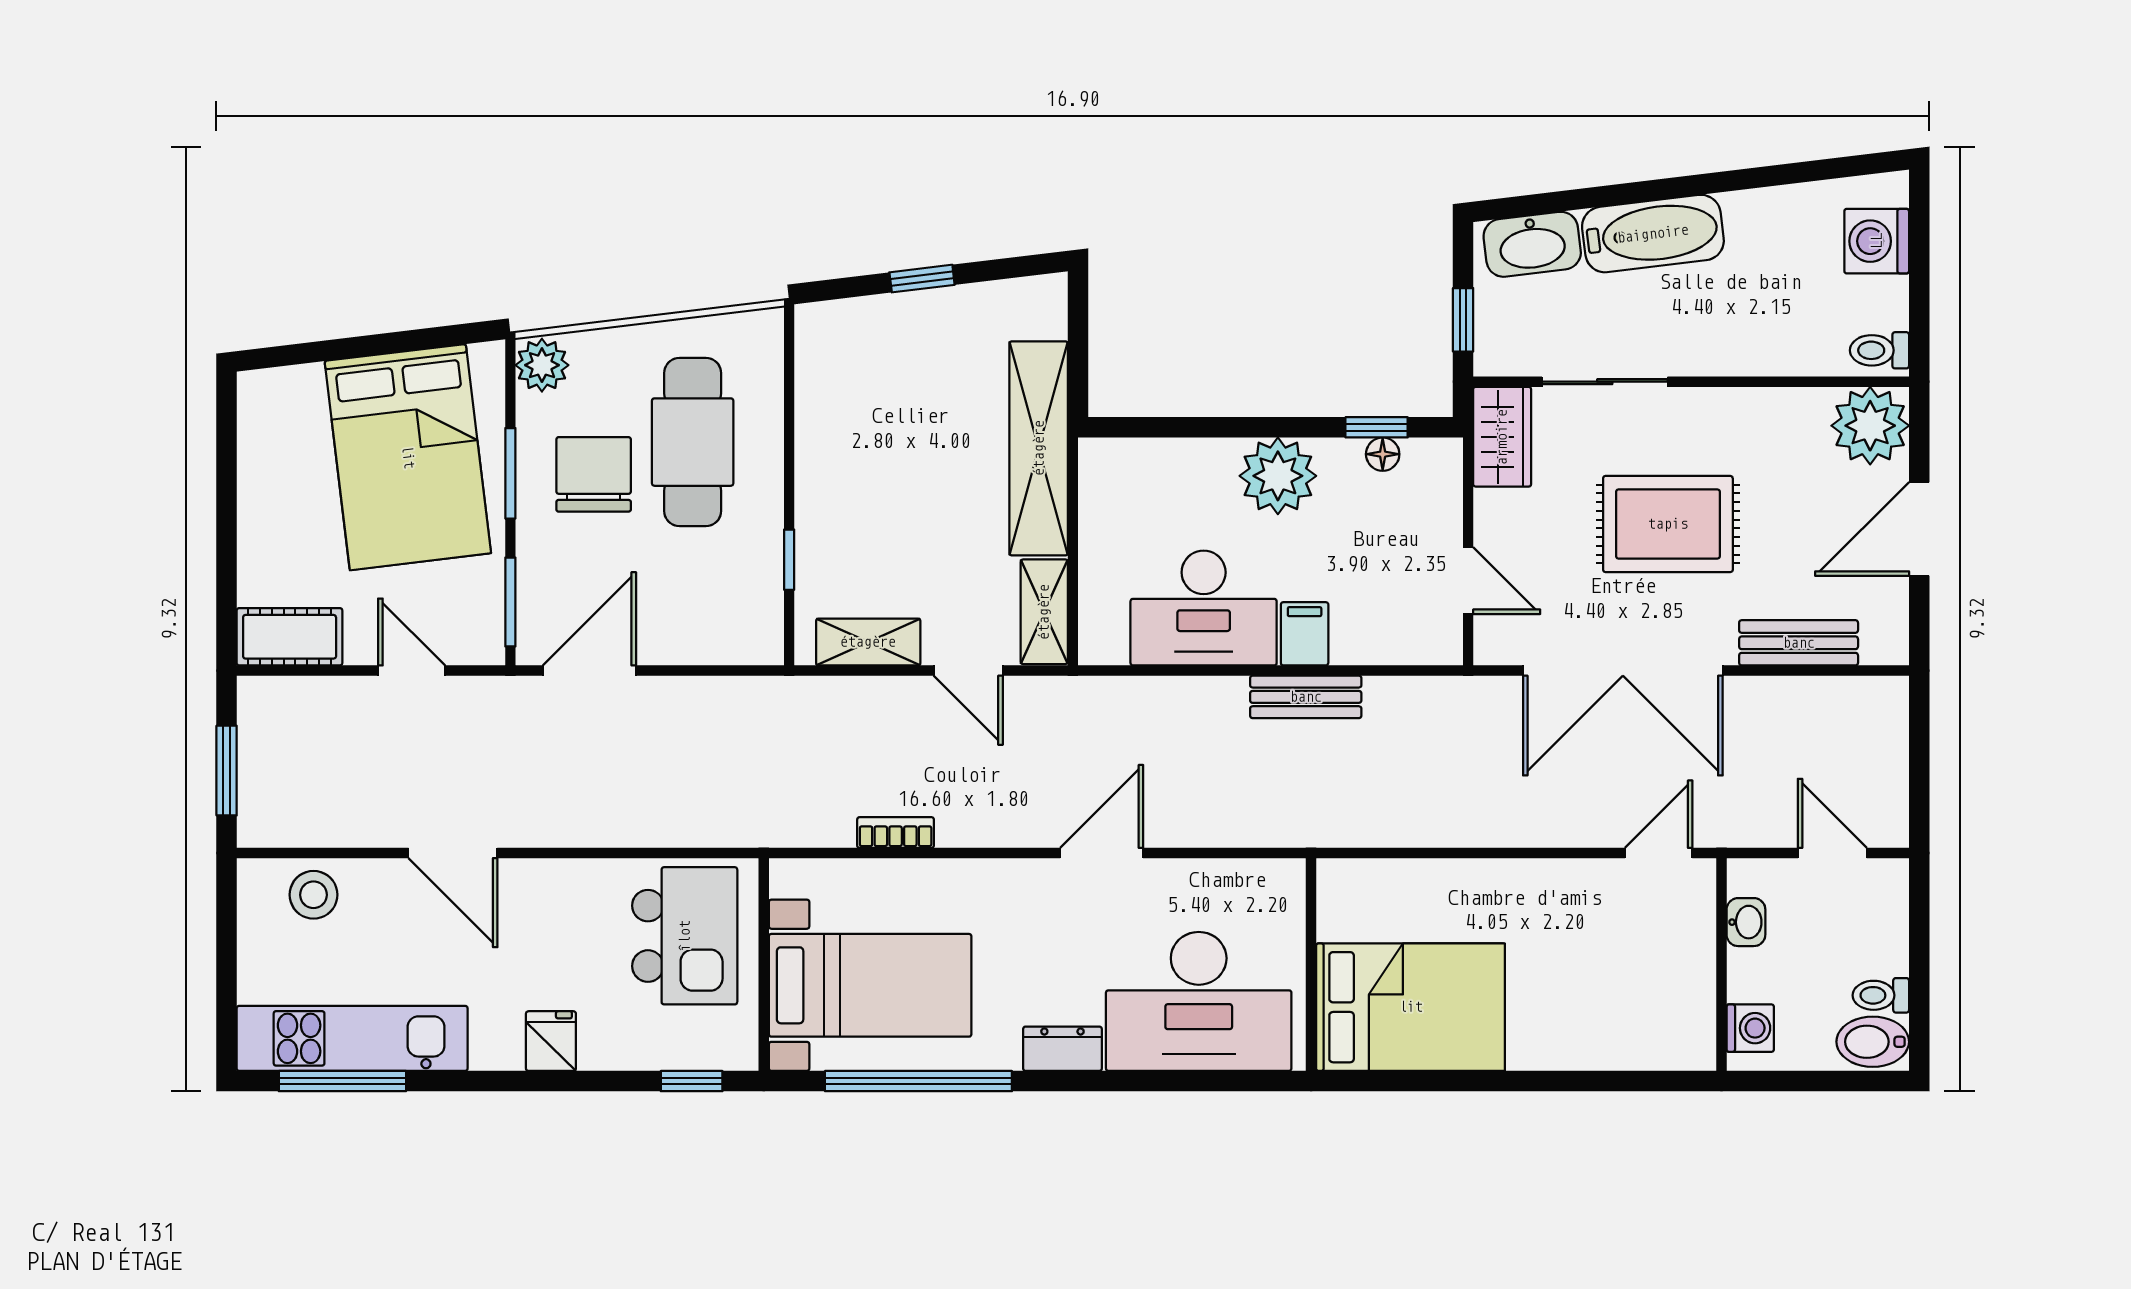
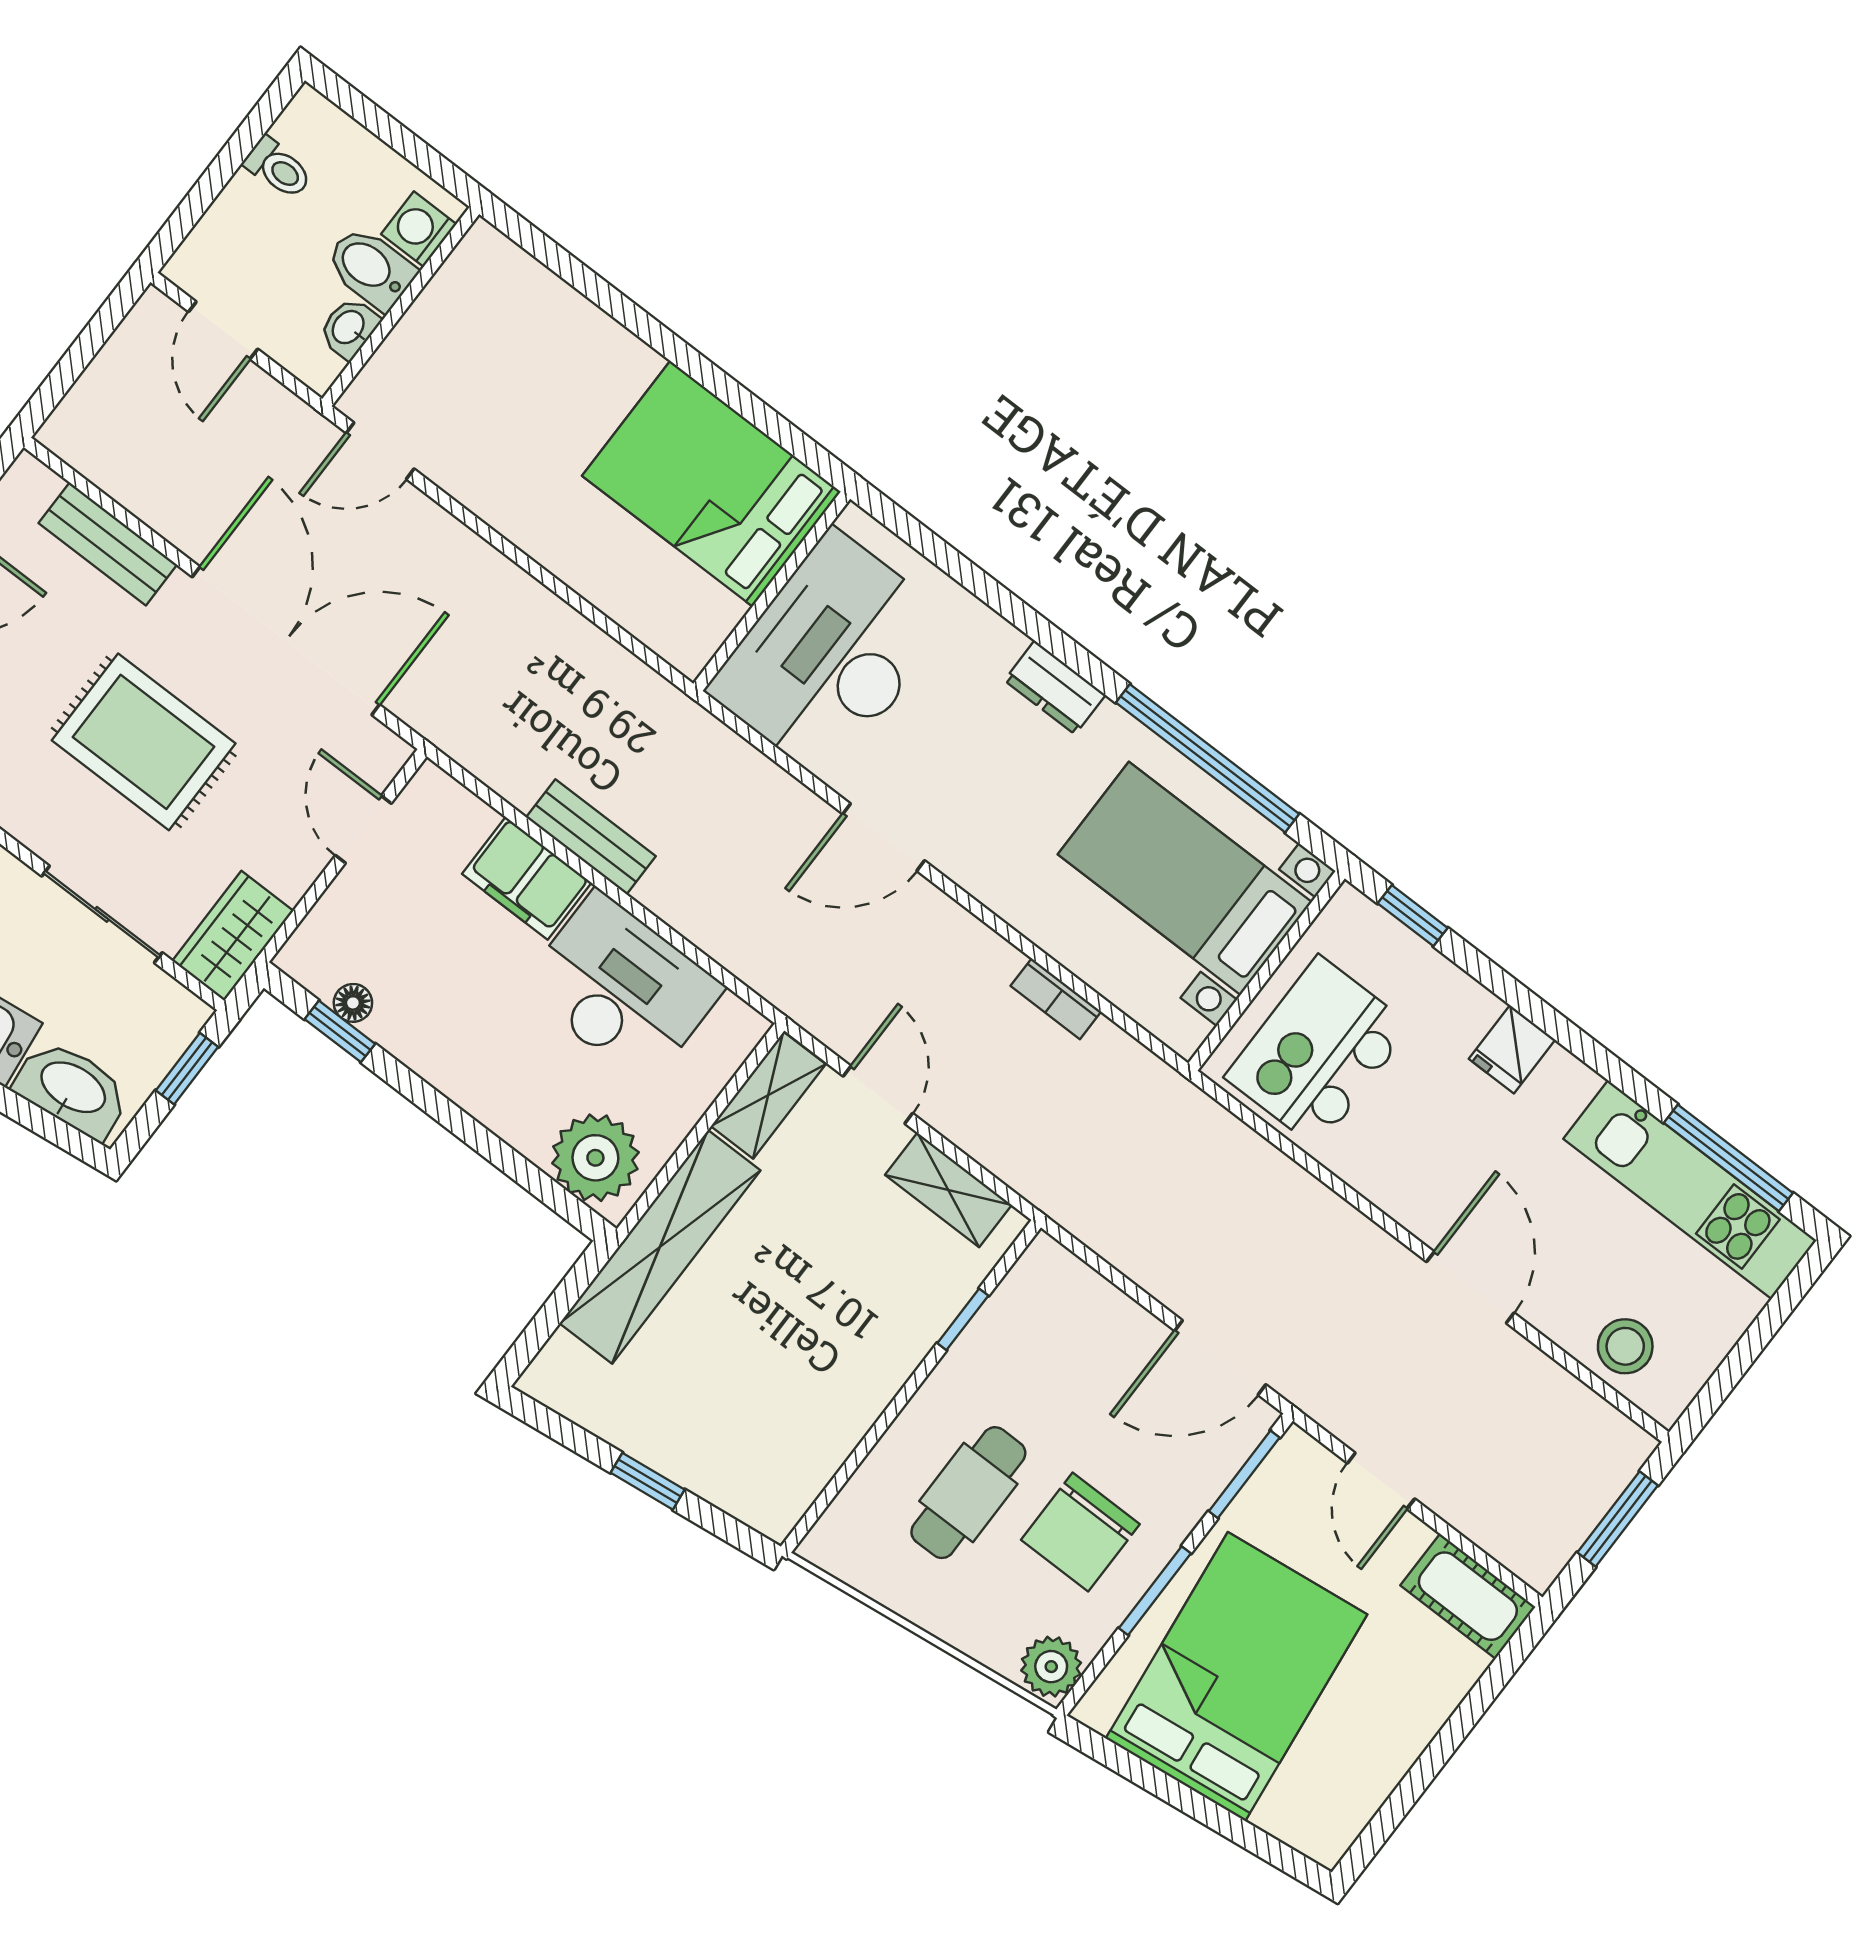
cafe table: (693, 442) -> (968, 1493), width x0.73, depth x0.74
plant: (1278, 476) -> (595, 1158), moved
filing cabinet: (1305, 634) -> (527, 878), width x2.00
desk: (1199, 1001) -> (830, 655), moved, turned -90
bidet: (1873, 1042) -> (371, 268), moved, turned 180

